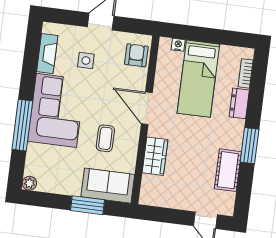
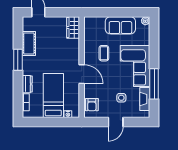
window: (22, 125) -> (154, 84), moved
wardrobe: (155, 156) -> (73, 27), moved
sofa: (108, 186) -> (120, 25), moved
window: (88, 205) -> (109, 12), removed

